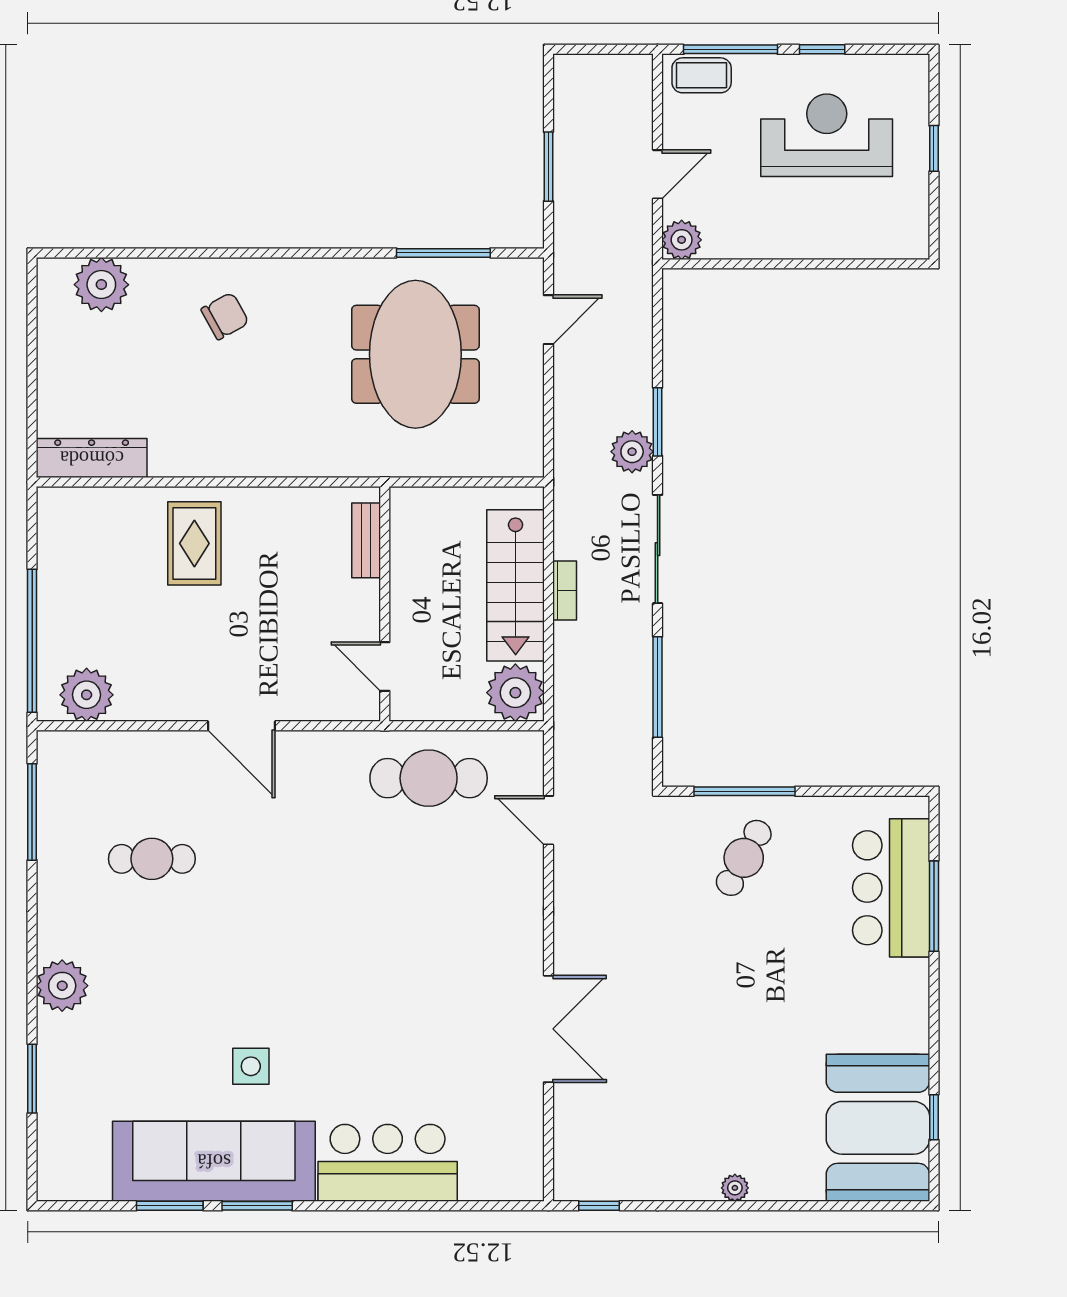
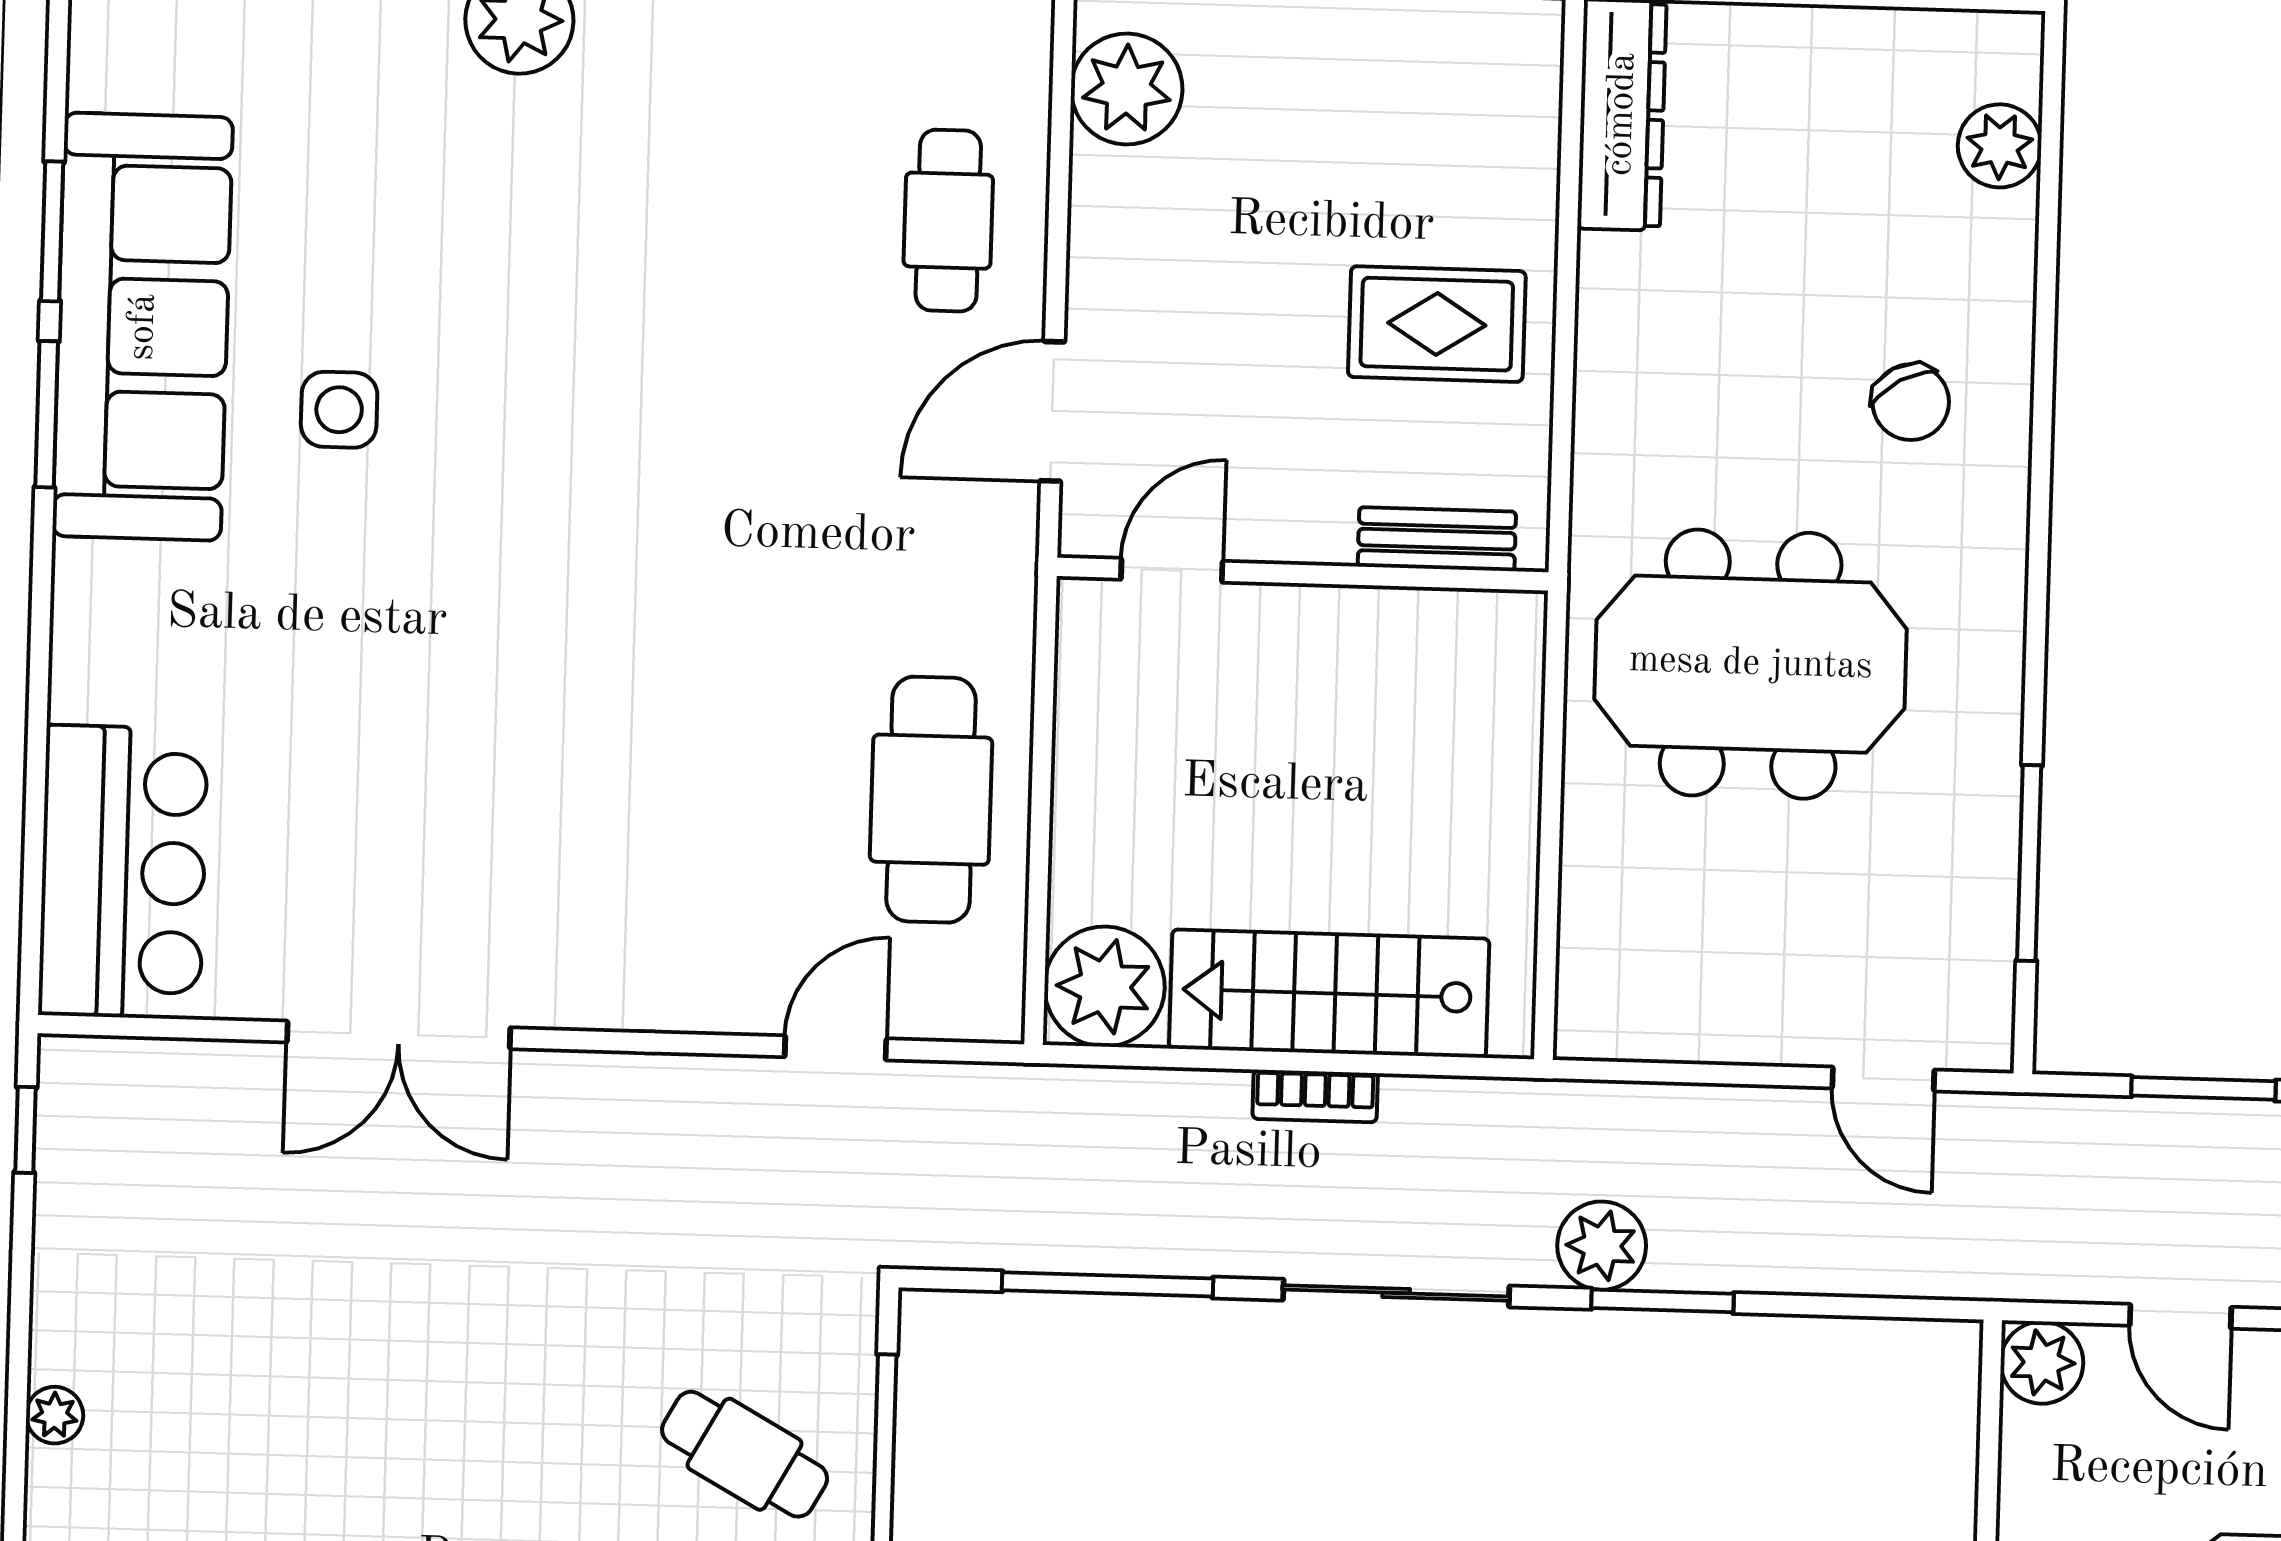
plant: (101, 285) -> (2000, 146), width x0.73, depth x0.73
meeting table: (415, 354) -> (1751, 664), moved
bench: (366, 540) -> (1437, 539), moved
wall: (385, 604) -> (1303, 574), moved
door: (385, 666) -> (1172, 570), moved
cafe table: (152, 859) -> (948, 221), moved
bar counter: (388, 1163) -> (123, 872), moved

